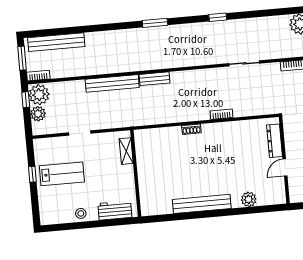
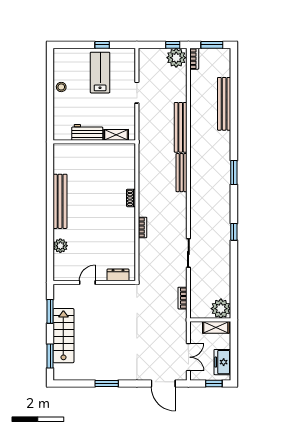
bench: (56, 42) -> (224, 104), moved
bench: (155, 79) -> (182, 173), width x1.36
plant: (38, 114) -> (158, 55), removed
dresser: (274, 141) -> (118, 275), width x0.70
door: (285, 167) -> (87, 283), hinge flipped
lab bench: (62, 174) -> (100, 73), turned 180
workbench: (115, 210) -> (87, 132), moved, turned -90

